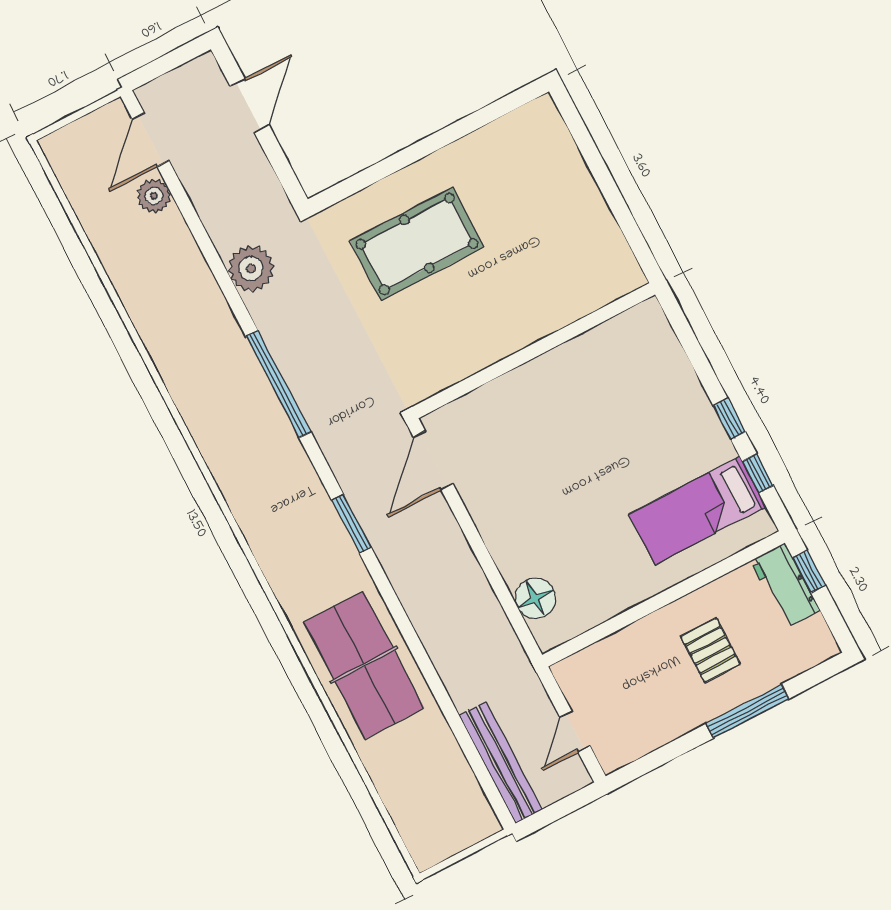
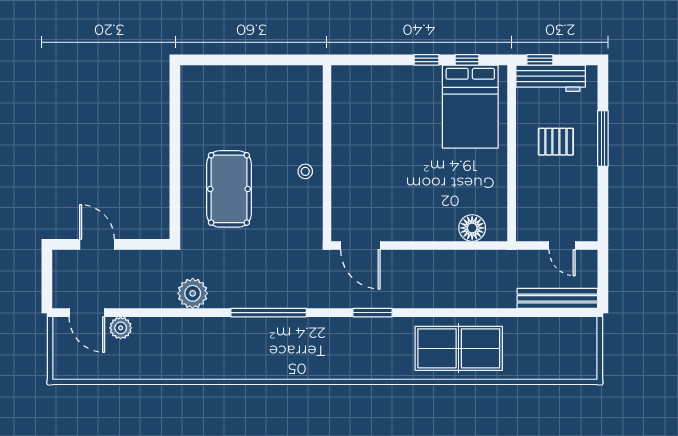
stool: (494, 334) -> (305, 171), added
bed: (697, 510) -> (470, 107), width x1.50
workbench: (785, 586) -> (551, 78), width x1.37

